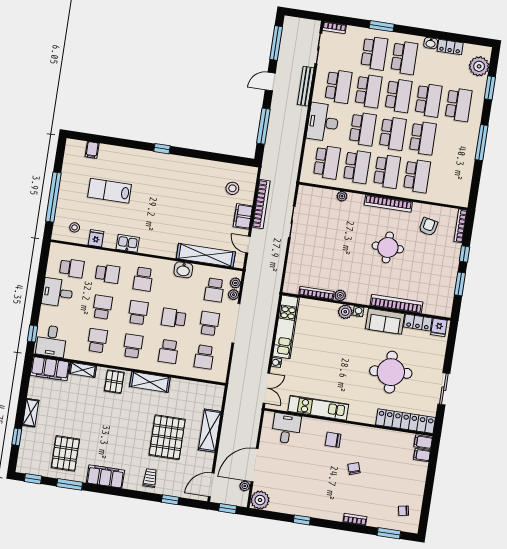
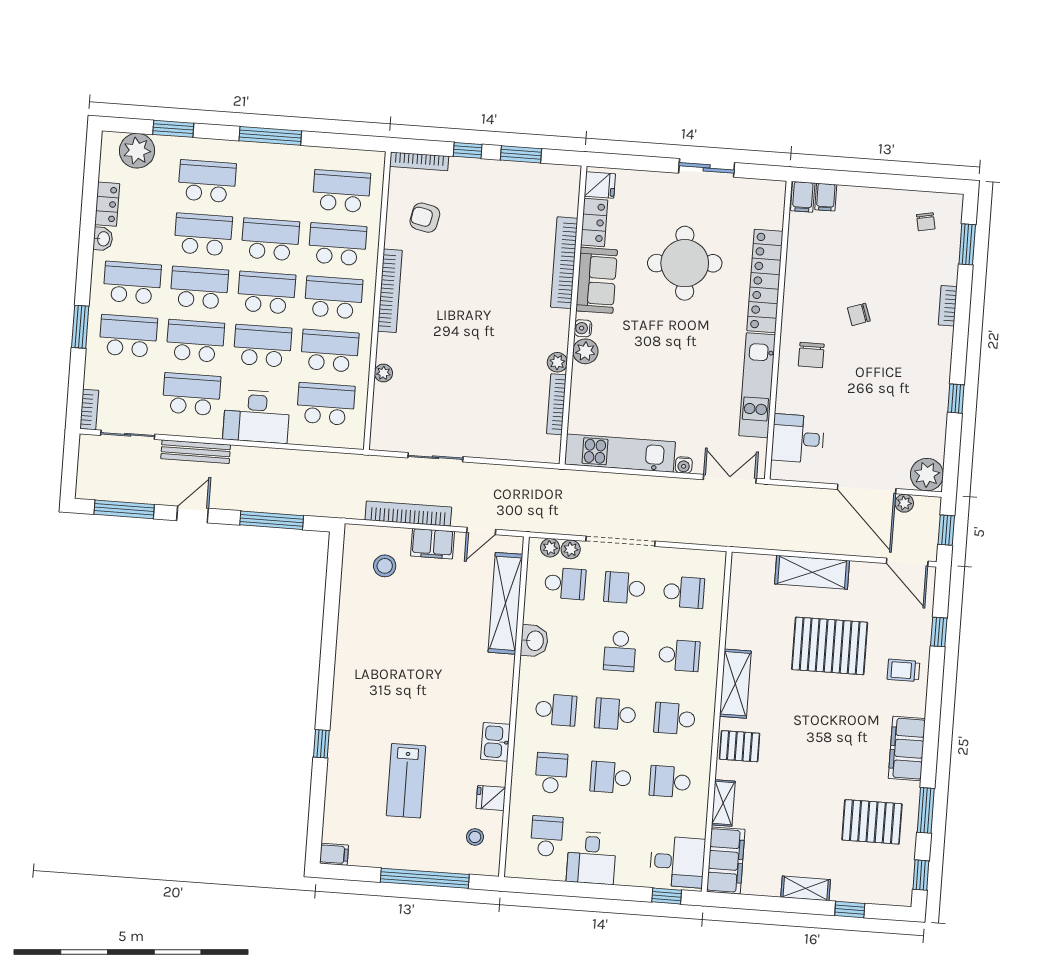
door: (270, 82) -> (193, 514), swing flipped
window: (162, 149) -> (321, 744), moved
filing cabinet: (92, 150) -> (334, 854), moved
school desk: (447, 180) -> (341, 191), added
round table: (388, 247) -> (467, 286), removed
locker: (406, 421) -> (765, 281), moved

